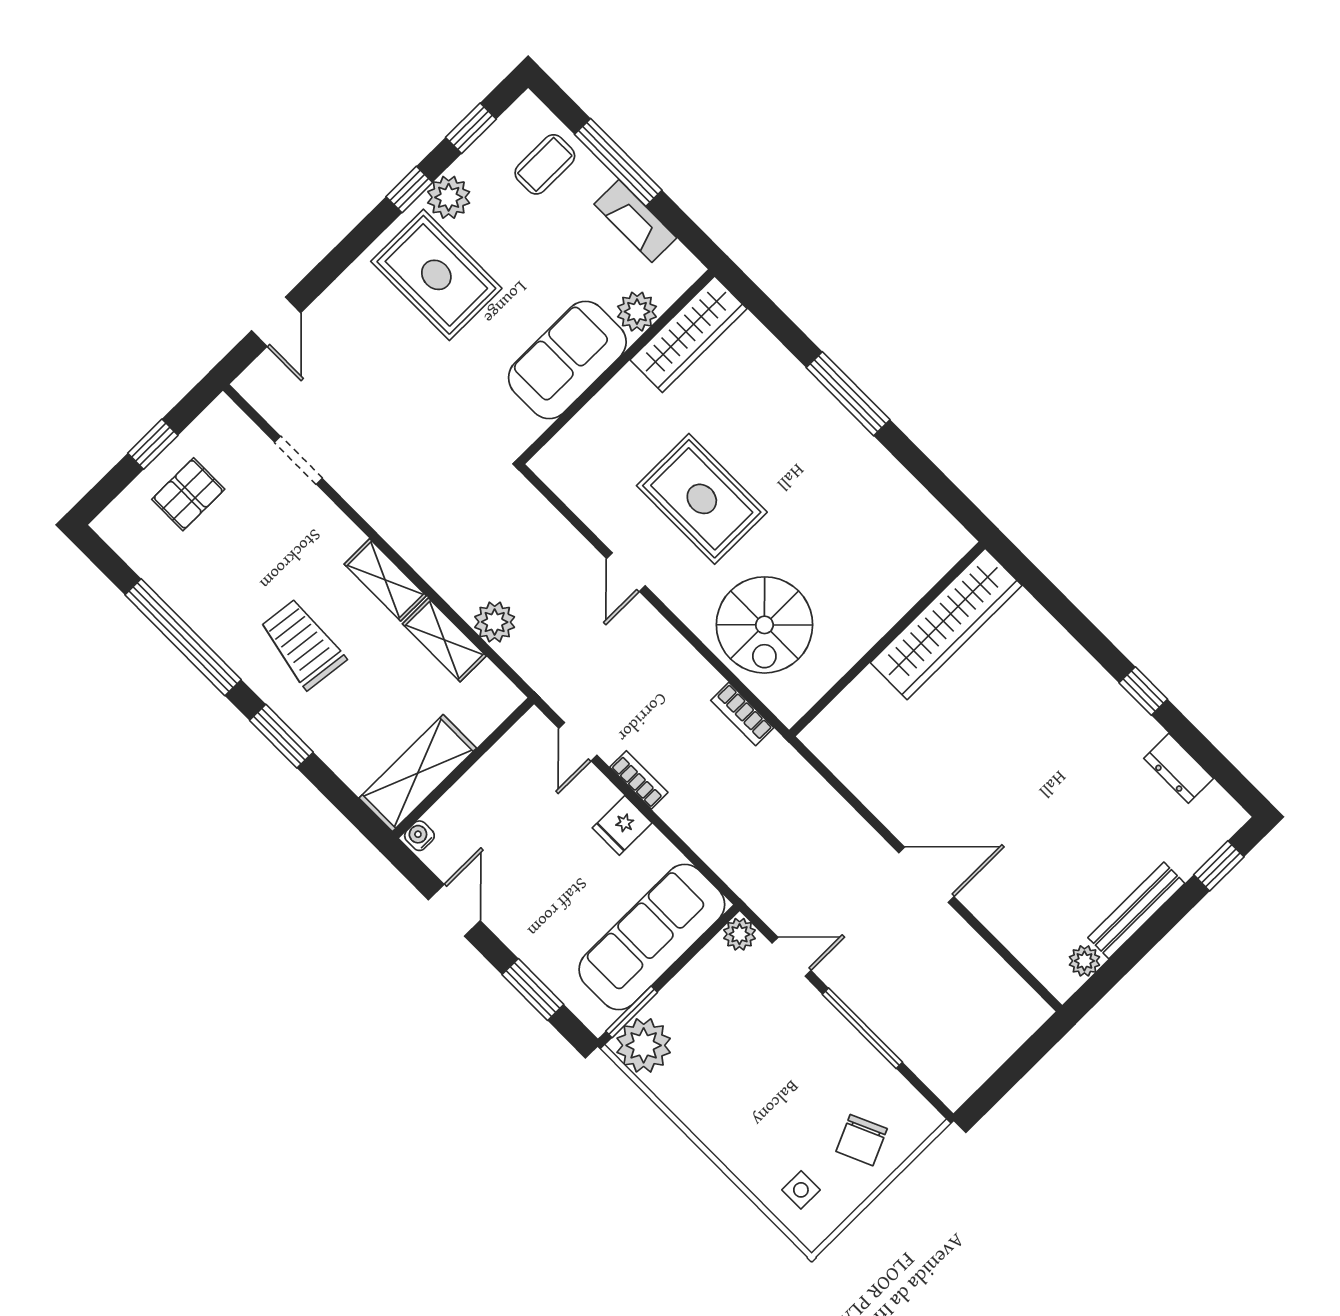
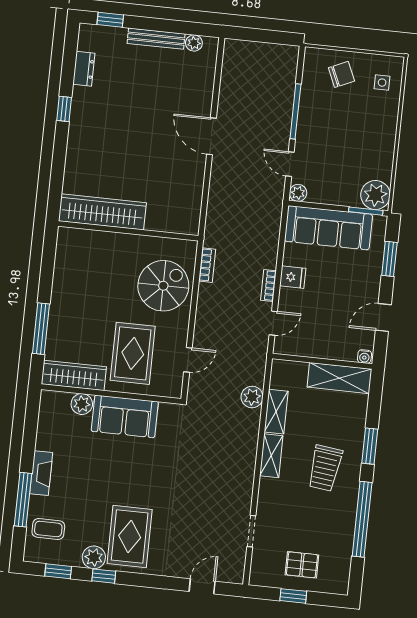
plant: (637, 312) -> (82, 404), moved
wardrobe: (689, 334) -> (74, 375), moved
sofa: (567, 360) -> (125, 416), moved
wall: (617, 367) -> (111, 394), moved

